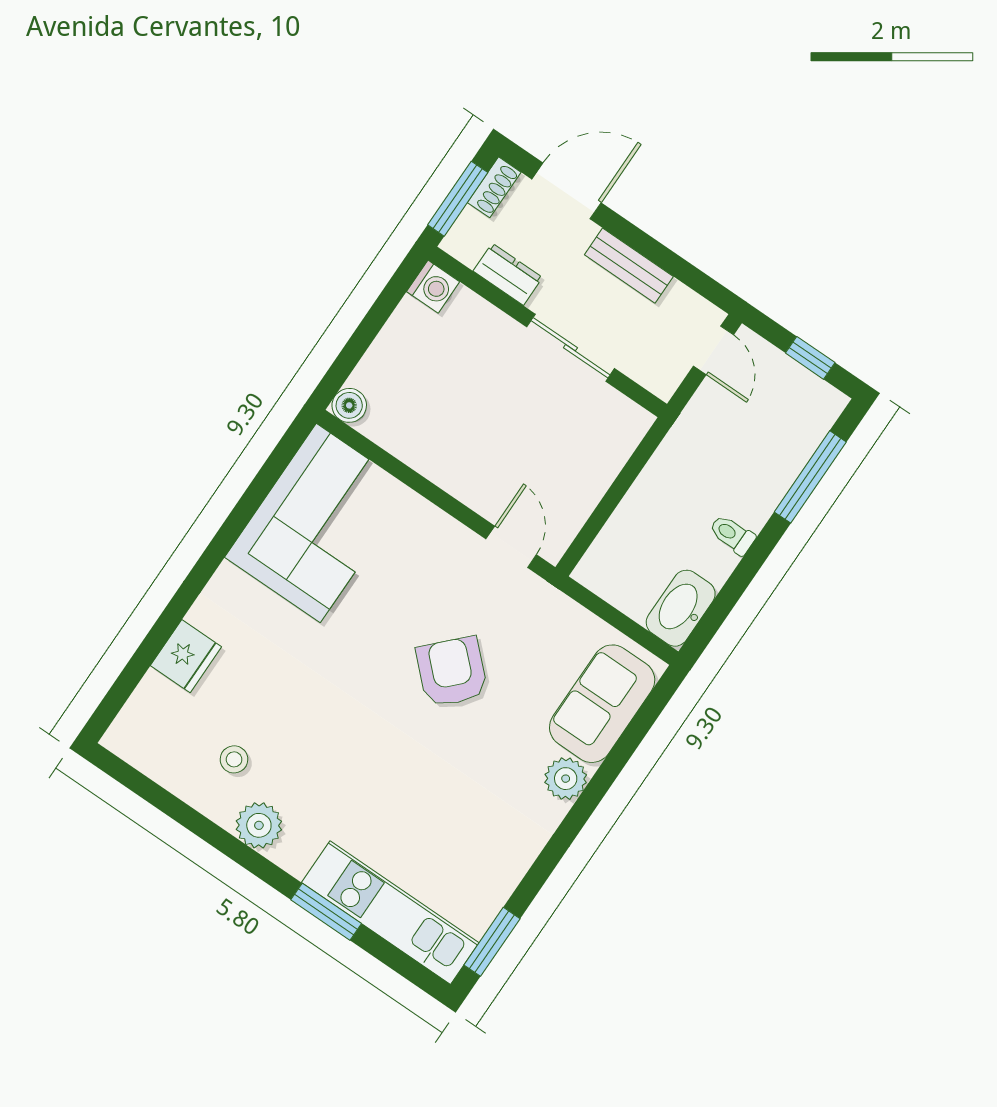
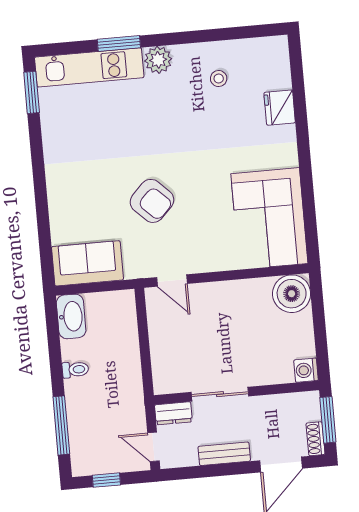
dresser: (508, 274) -> (173, 413), moved
boiler: (349, 405) -> (292, 294), width x1.86, depth x1.86
sofa: (602, 704) -> (87, 263), moved, turned -90
plant: (566, 779) -> (59, 195), removed
plant: (259, 825) -> (158, 60), moved

